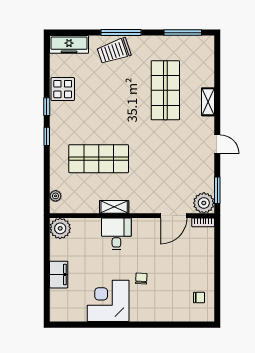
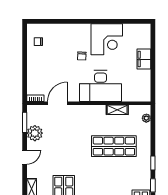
door: (217, 144) -> (25, 157), swing flipped
plant: (204, 203) -> (35, 133), moved
shelving: (114, 207) -> (117, 110), moved
plant: (60, 228) -> (143, 94), removed
desk: (116, 234) -> (101, 86), width x1.87, depth x1.30

